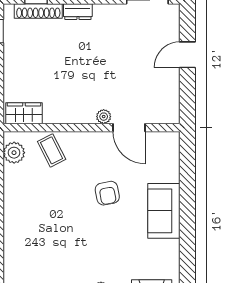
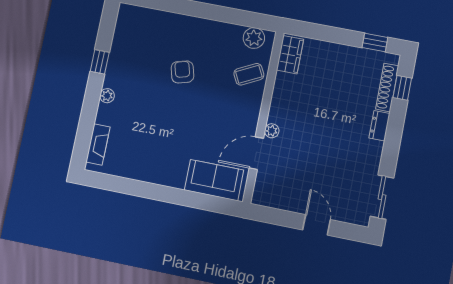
armchair: (107, 193) -> (182, 72), moved, turned 86
sofa: (164, 211) -> (214, 180), moved

